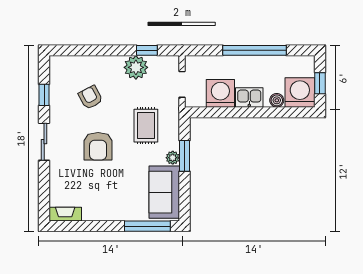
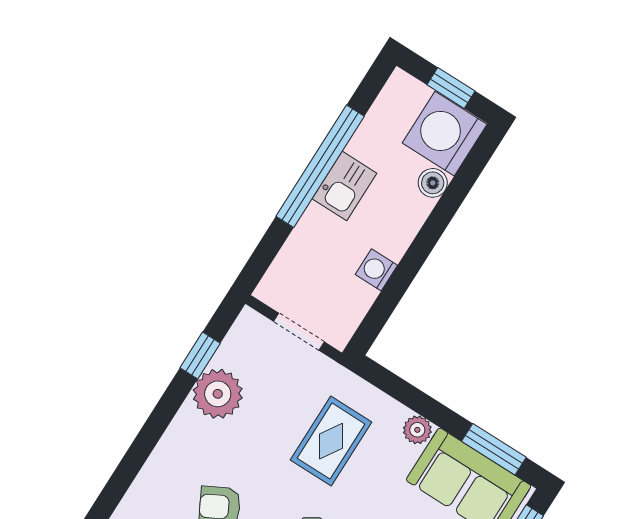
washing machine: (220, 93) -> (376, 270), width x0.53, depth x0.53
kitchen sink: (249, 97) -> (344, 186), moved, turned 180
rug: (146, 126) -> (331, 441), turned 90
window: (185, 156) -> (494, 449), moved

